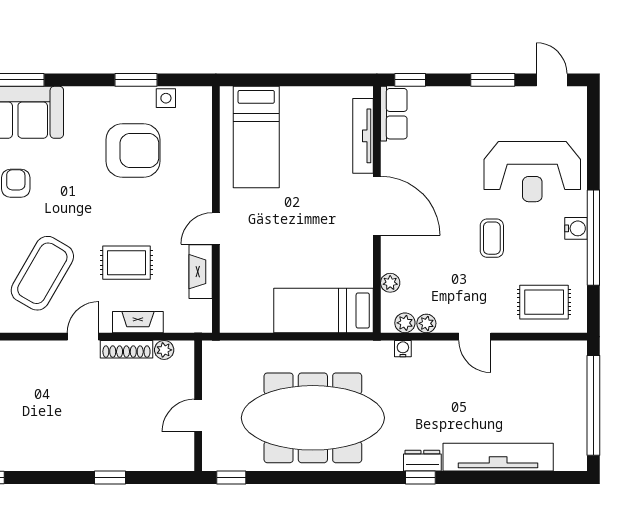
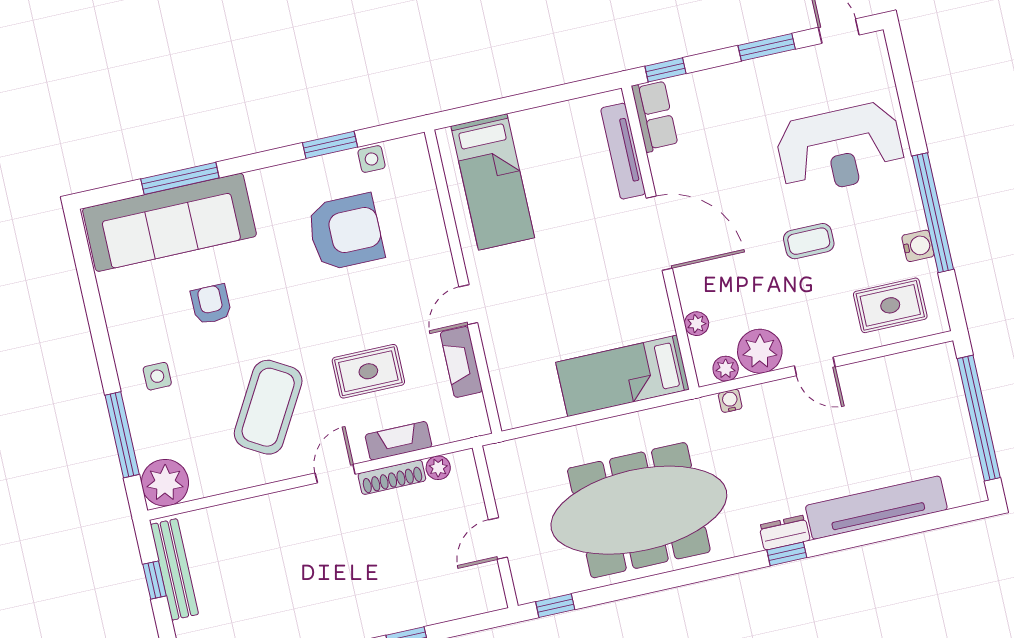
water cooler: (576, 228) -> (918, 246), moved
coffee table: (492, 238) -> (809, 241), turned 90
plant: (426, 323) -> (760, 351), width x1.87, depth x1.87

